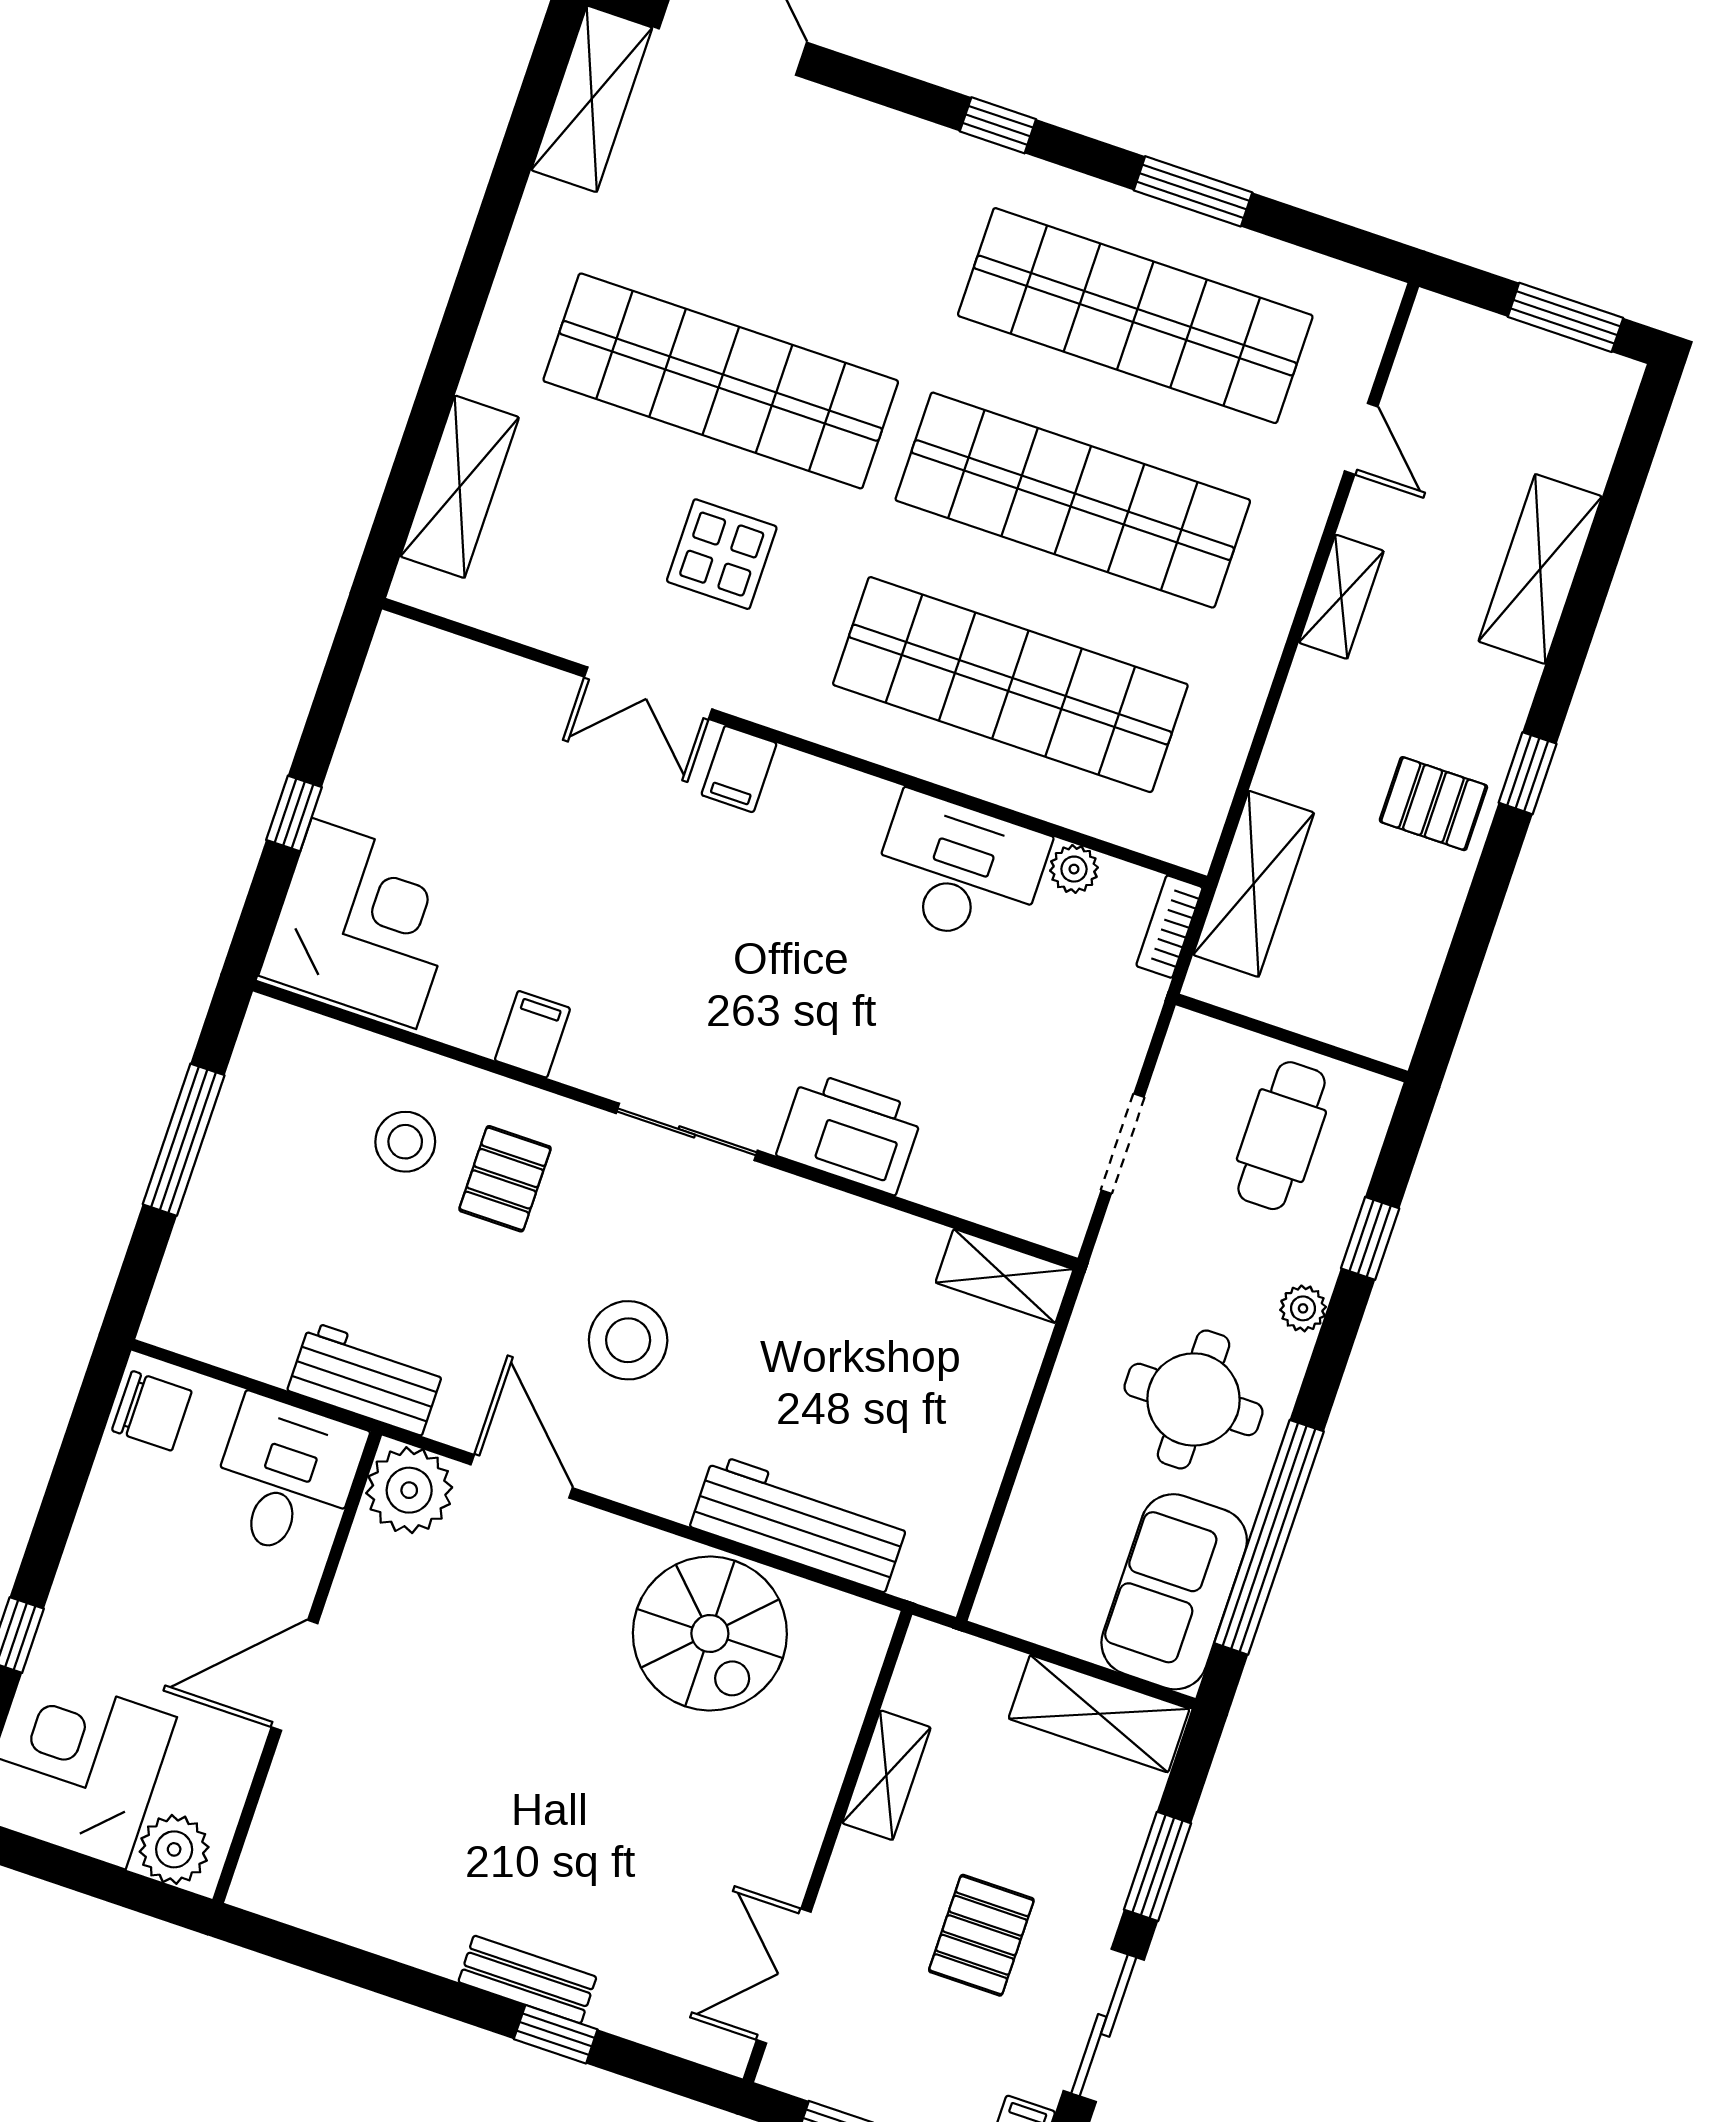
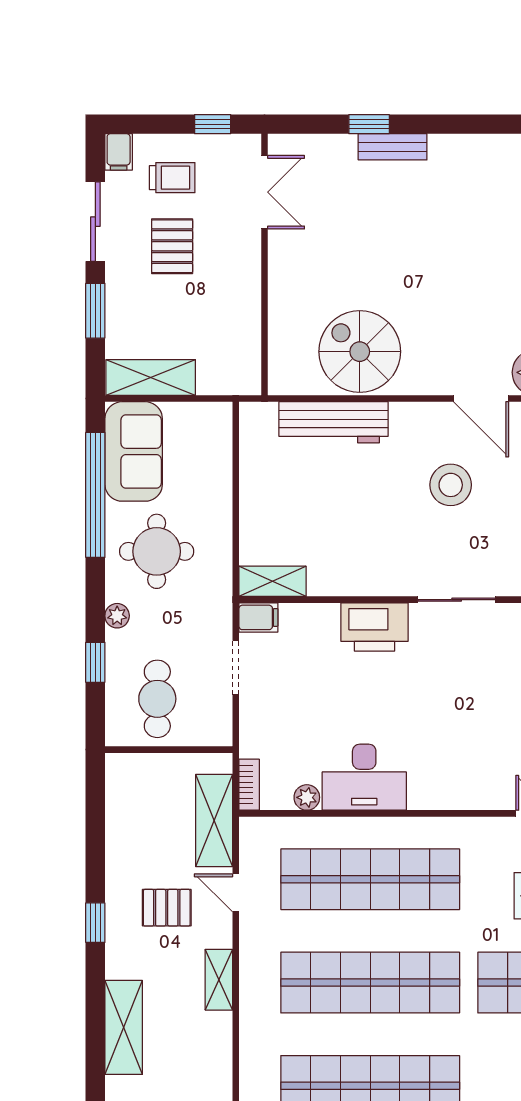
door: (1361, 439) -> (236, 893), moved
filing cabinet: (739, 769) -> (258, 617), moved, turned 90
pallet: (1433, 804) -> (167, 908), moved
shelving: (886, 1775) -> (247, 310), removed
trolley: (940, 2058) -> (172, 178), added

